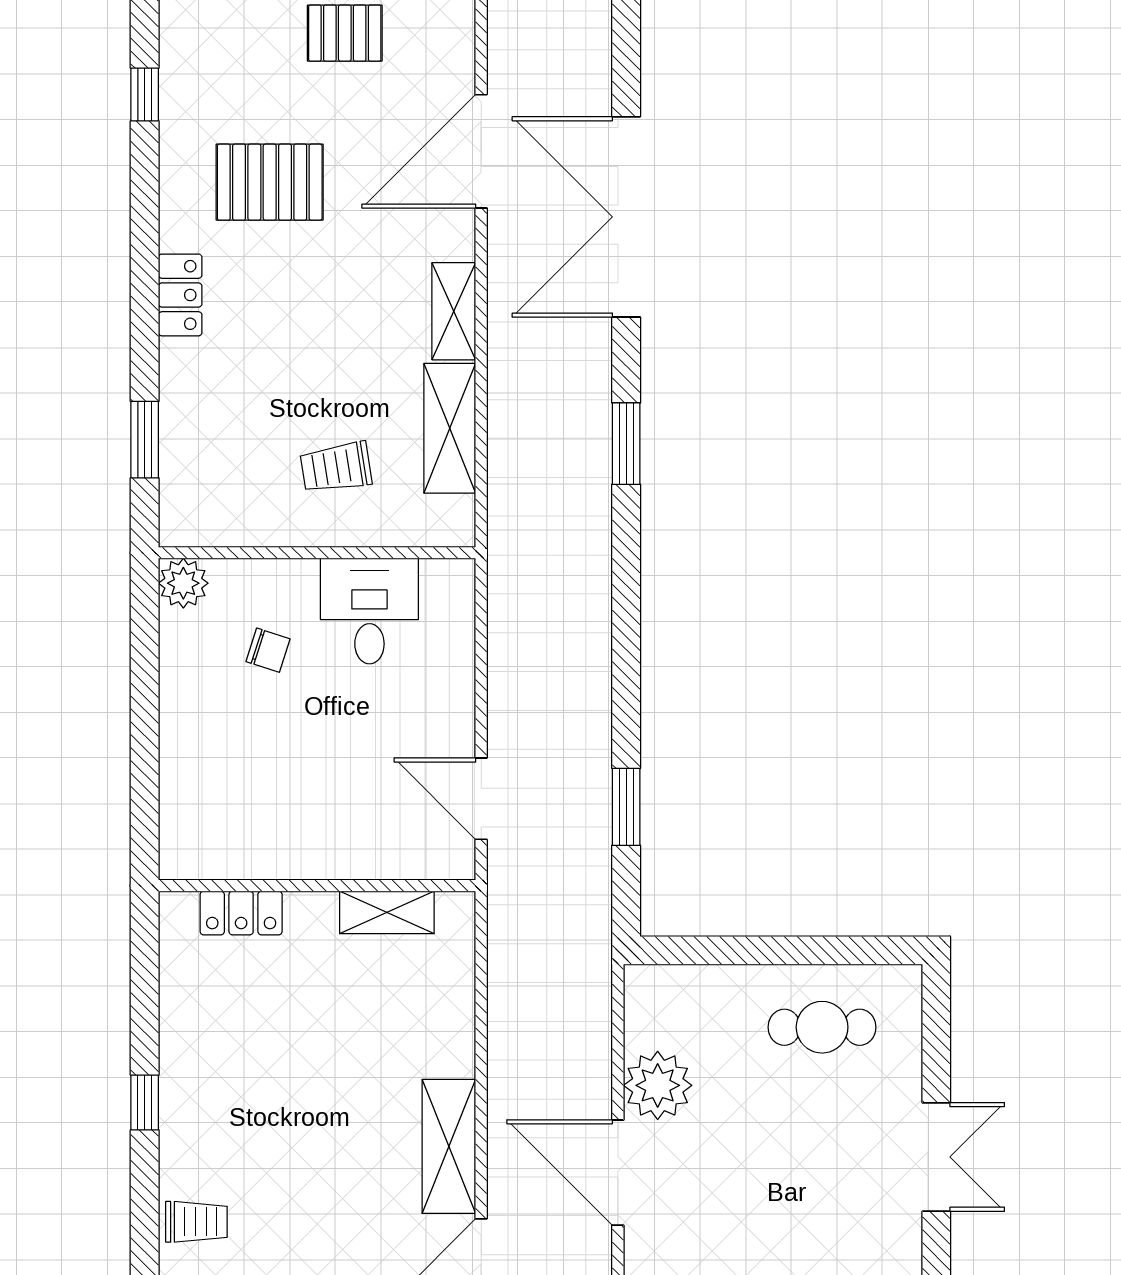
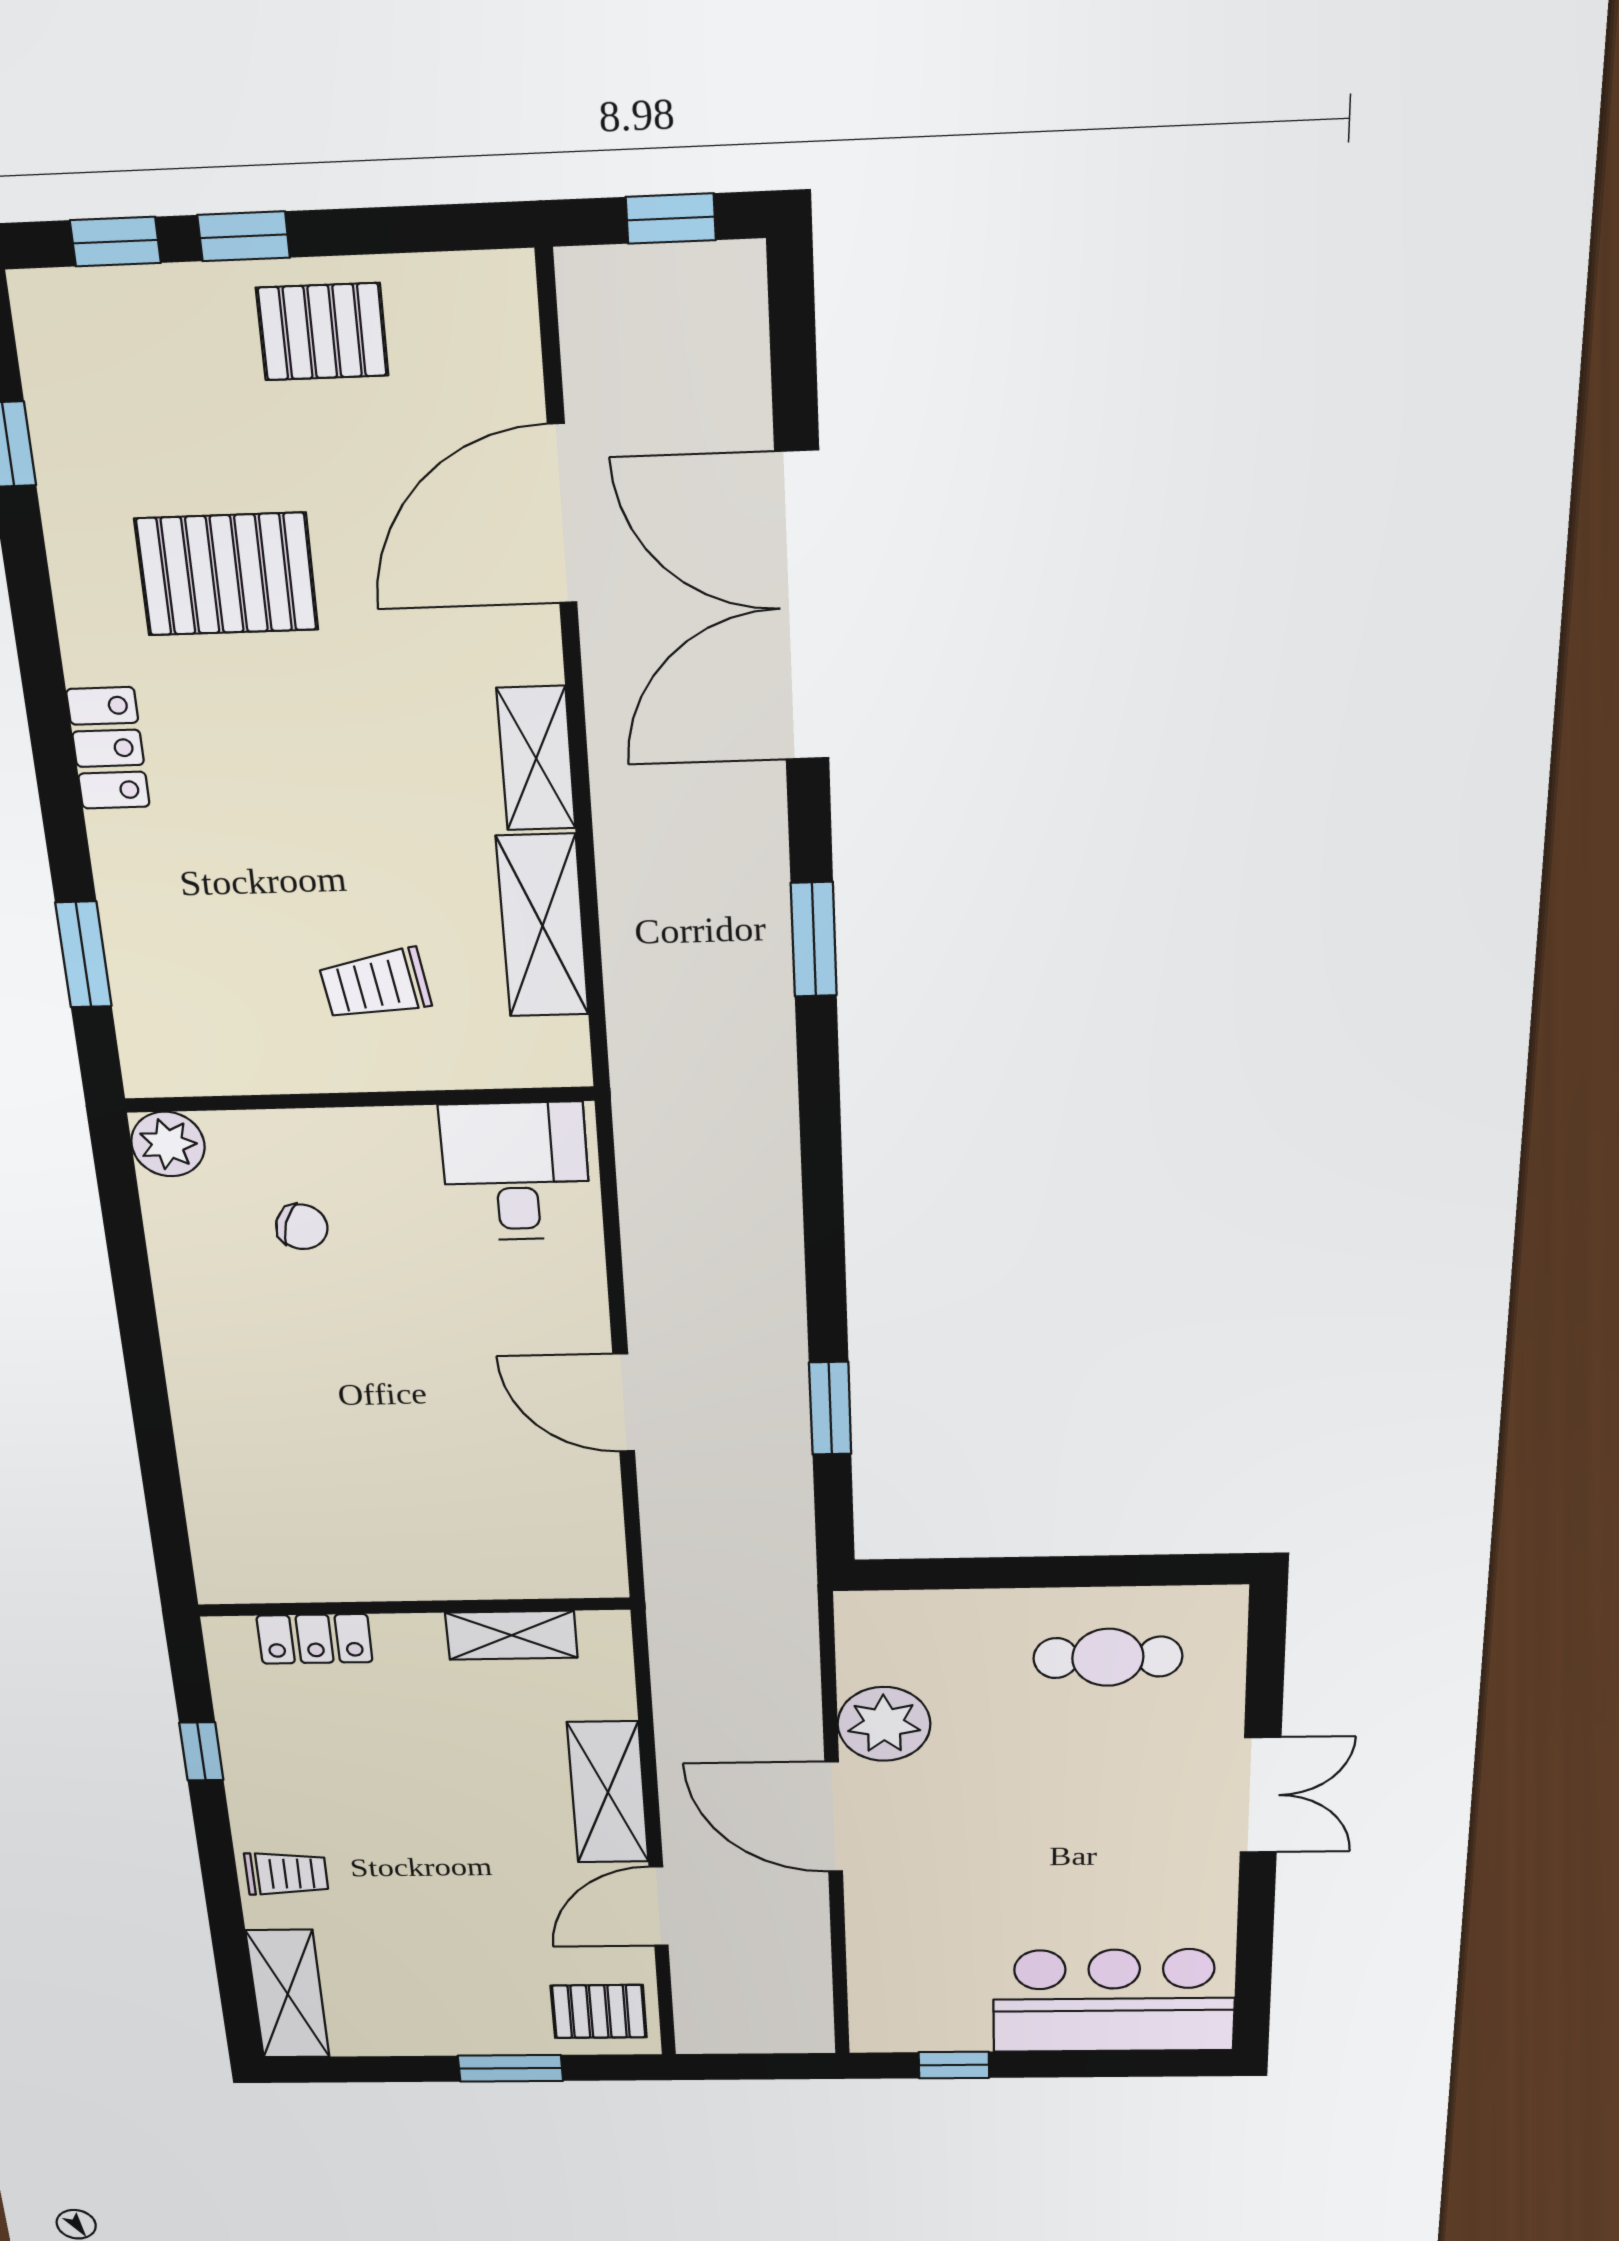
desk: (369, 611) -> (516, 1172), moved
wall: (317, 886) -> (414, 1607), moved
shelving: (387, 912) -> (511, 1635), moved
locker: (241, 913) -> (315, 1639), moved

